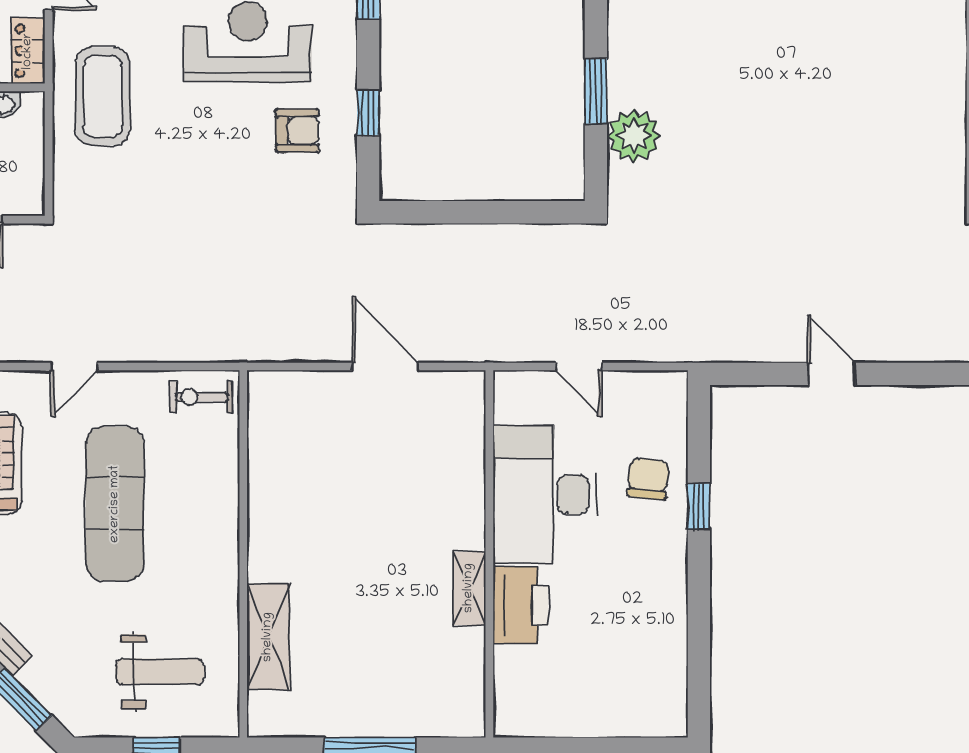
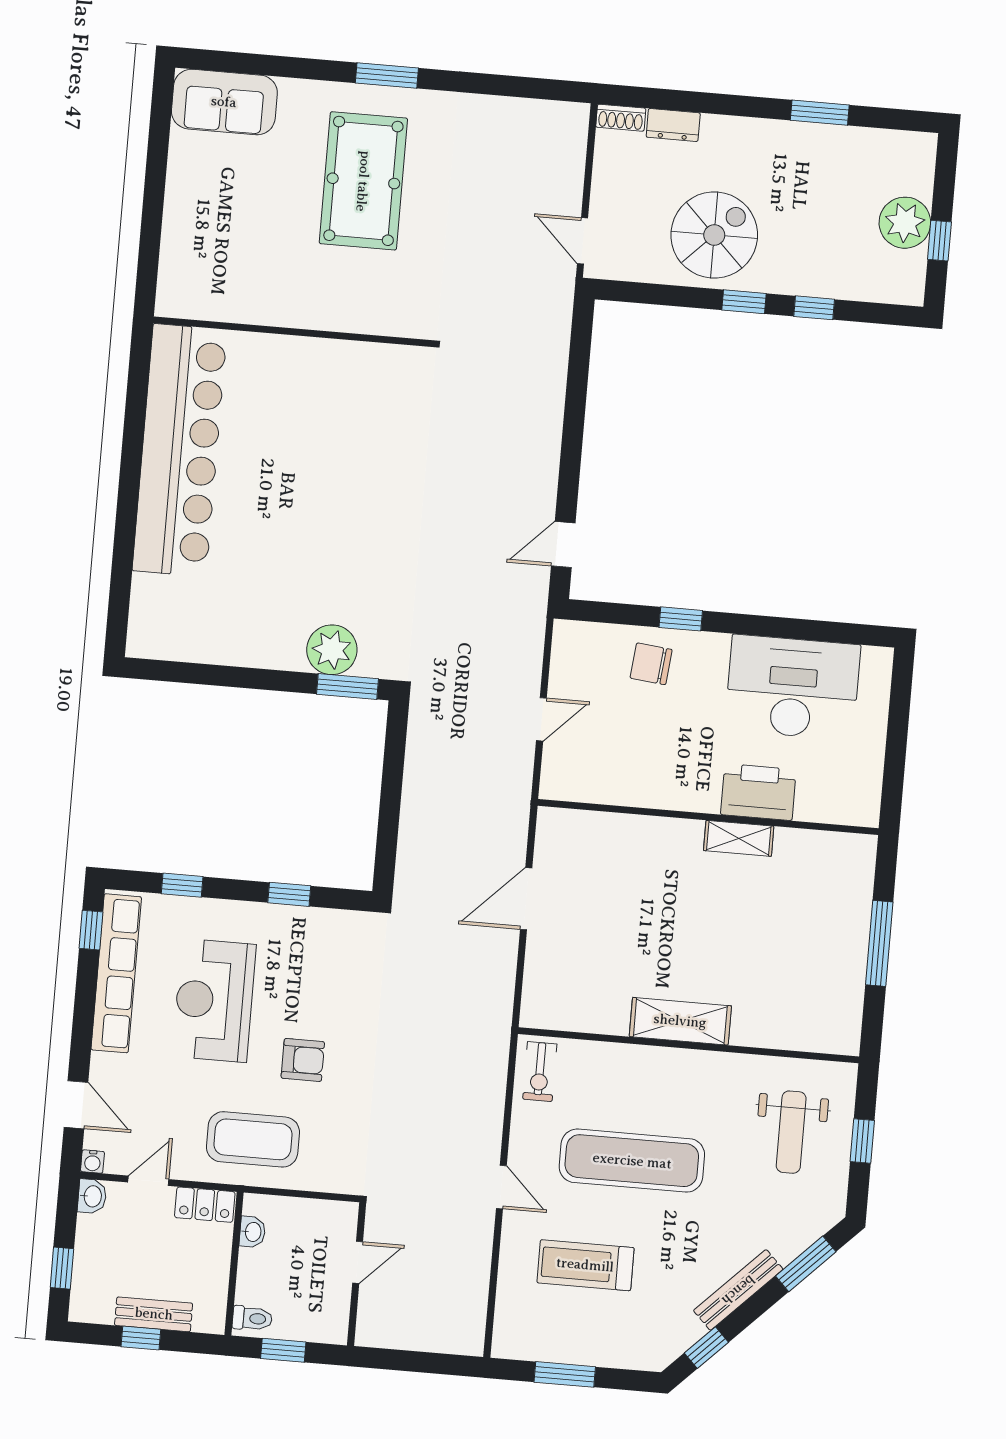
window: (596, 91) -> (347, 687), moved
armchair: (297, 131) -> (303, 1060), moved, turned 90
door: (832, 374) -> (563, 545), moved
desk: (545, 495) -> (793, 687), moved, turned 180
shelving: (268, 637) -> (680, 1021), moved
weight bench: (160, 672) -> (791, 1132), turned 180

